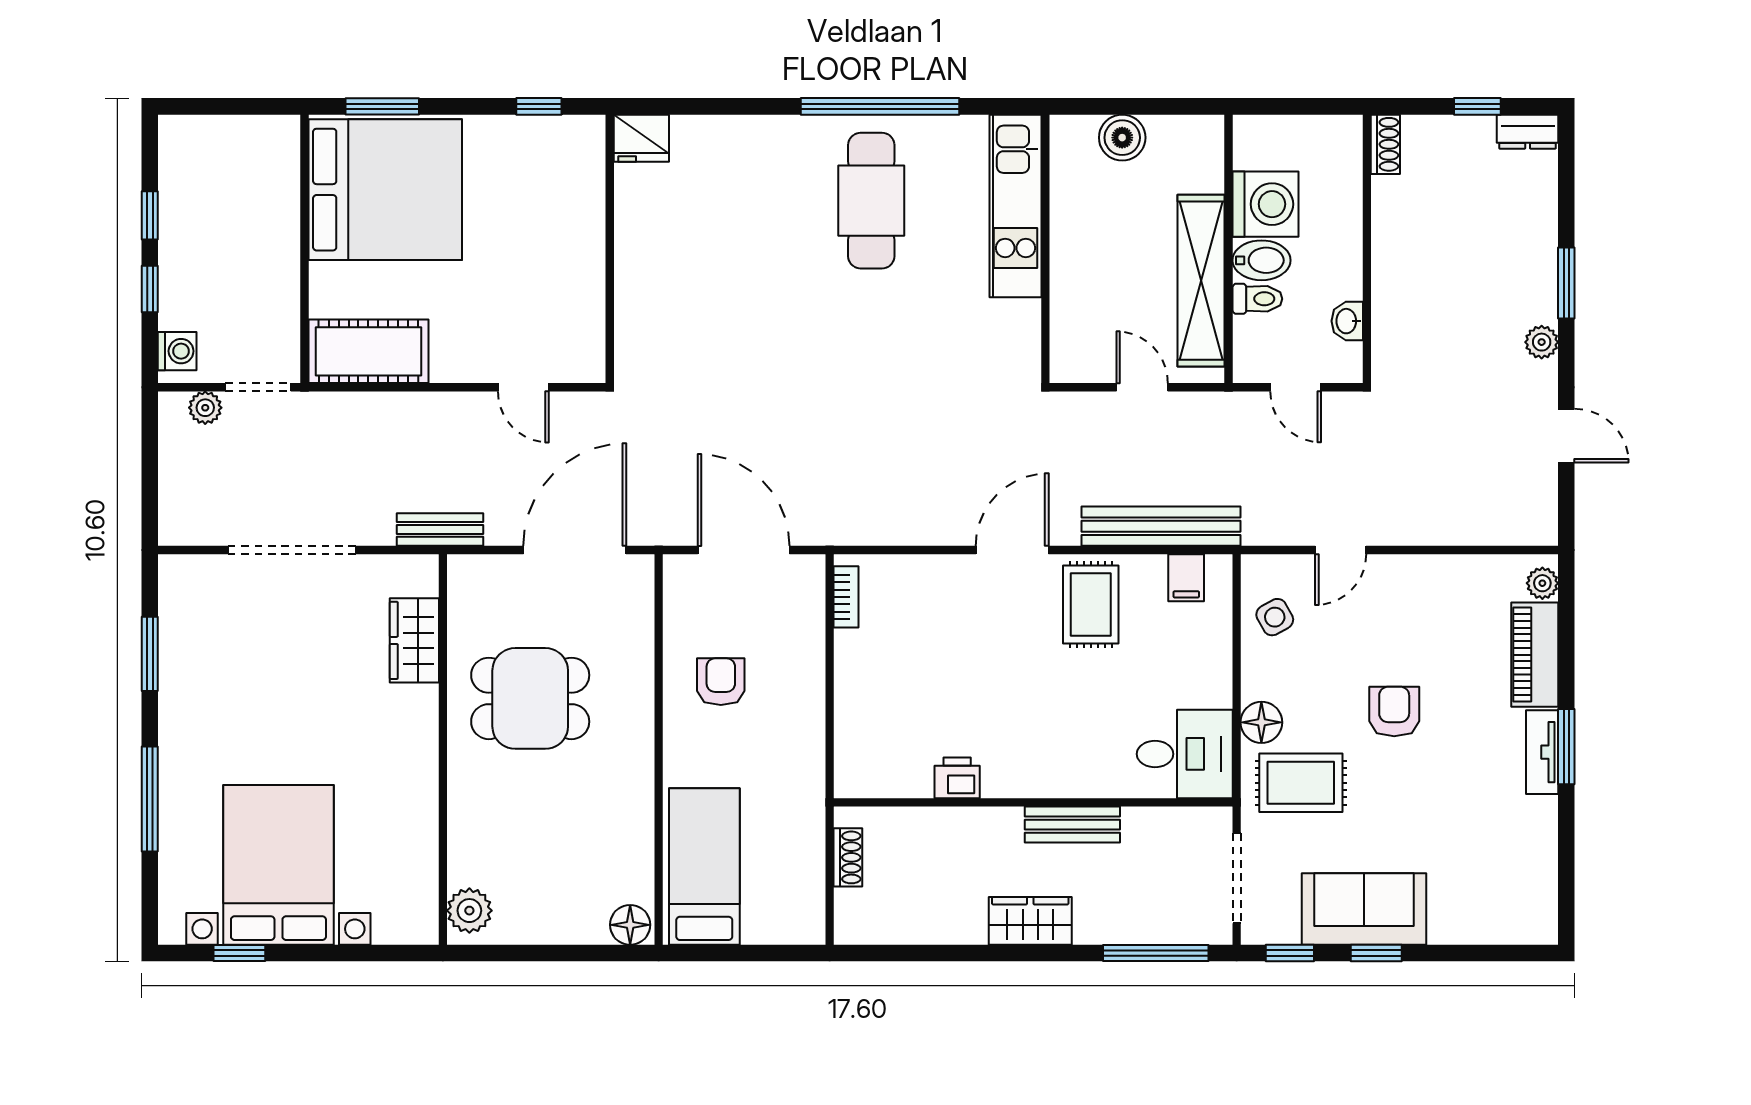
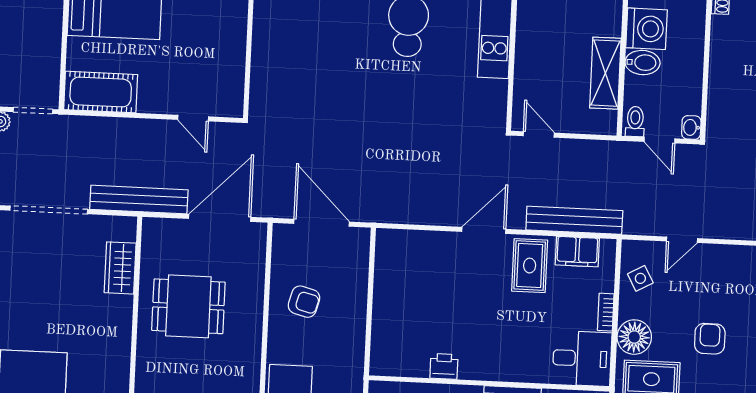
shelving: (1201, 281) -> (605, 73), width x0.68
toilet: (1257, 299) -> (635, 122), moved, turned -90
washbasin: (1347, 321) -> (691, 127), moved
door: (1142, 387) -> (539, 134), moved
bench: (440, 529) -> (139, 200), width x1.86, depth x1.21
filing cabinet: (1186, 578) -> (577, 252), width x2.00
bookcase: (846, 597) -> (606, 312), moved, turned 180
armchair: (721, 682) -> (304, 302), turned 105
floor lamp: (1261, 722) -> (634, 337), width x1.38, depth x1.38

